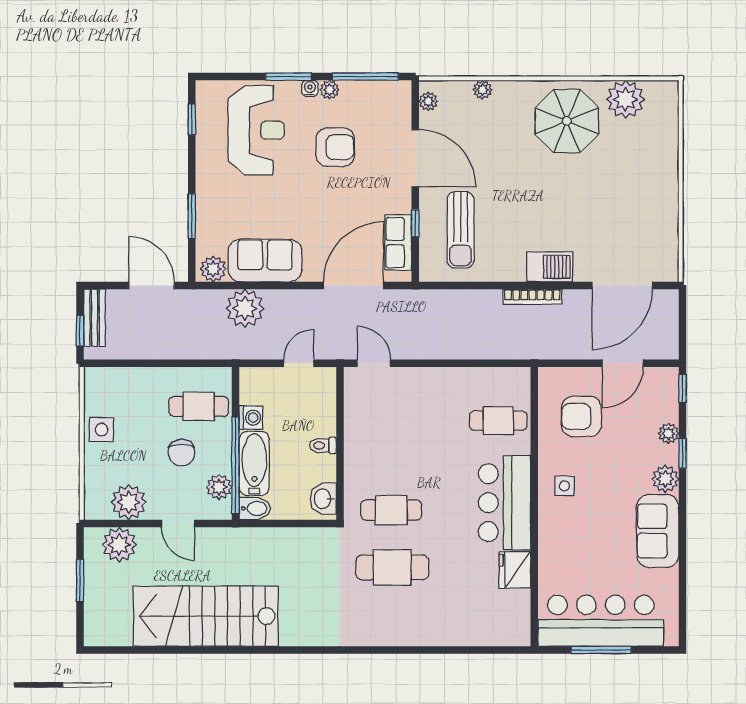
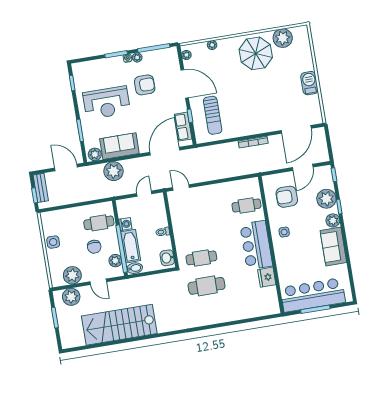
reception desk: (256, 130) -> (107, 103), moved, turned 90
barbecue: (550, 267) -> (309, 83), moved, turned -90
plant: (669, 433) -> (326, 199), width x1.88, depth x1.88

